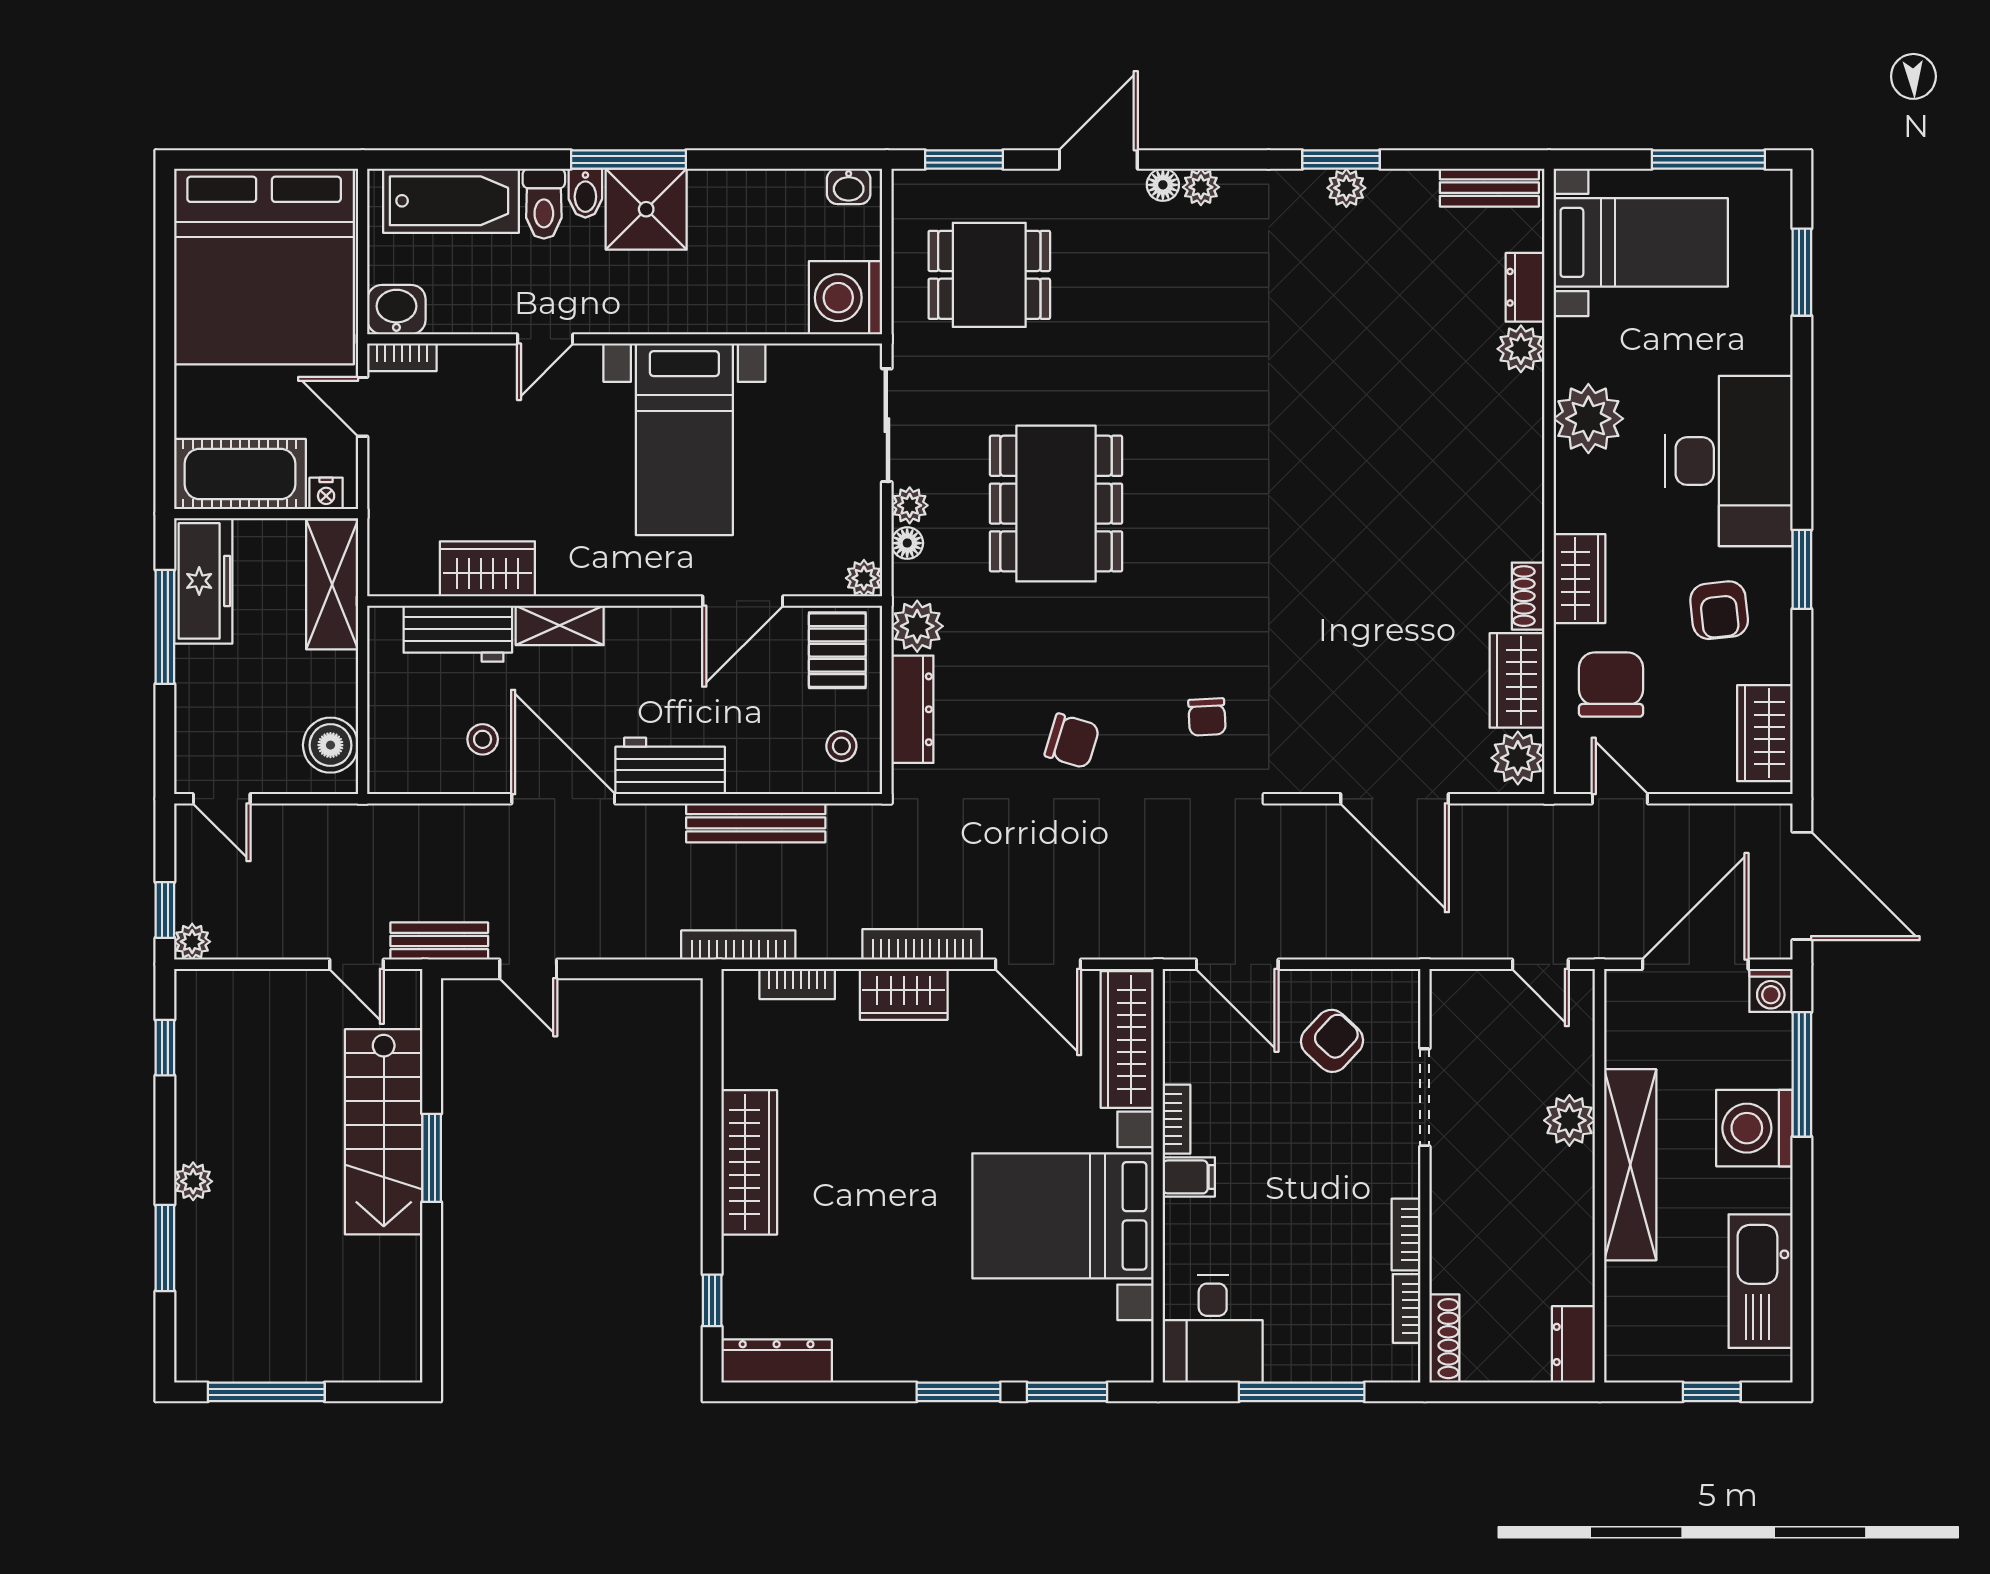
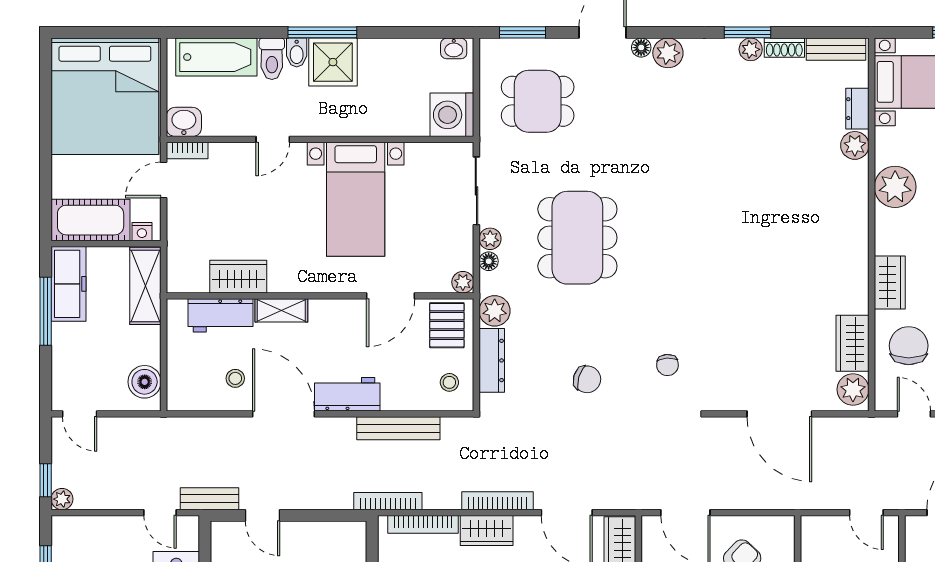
plant: (1201, 187) -> (668, 53), width x1.38, depth x1.38
door: (363, 407) -> (164, 180), hinge flipped
shoe rack: (1528, 596) -> (784, 48), moved, turned -90
bookcase: (797, 984) -> (423, 524), width x1.56

